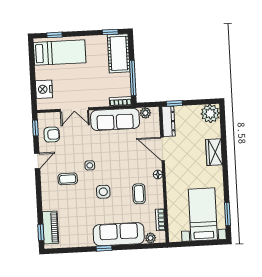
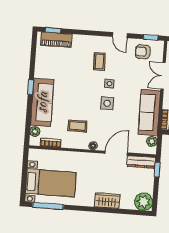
armchair: (52, 135) -> (143, 52), turned 90
side table: (103, 192) -> (107, 103), moved
window: (228, 214) -> (48, 206), width x1.44

